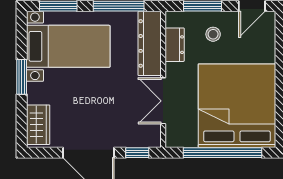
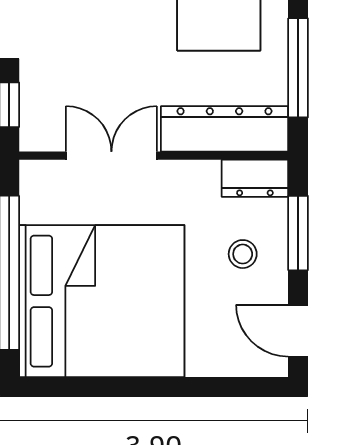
dresser: (175, 45) -> (255, 178), moved

